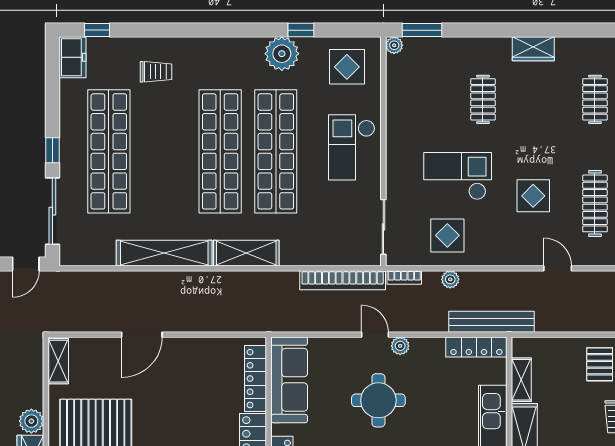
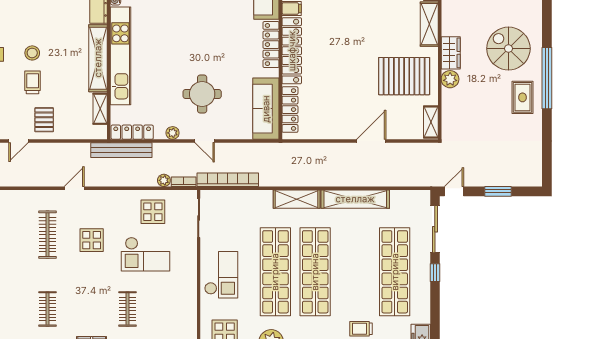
door: (558, 268) -> (74, 188), swing flipped
plant: (450, 279) -> (164, 180), moved
plant: (400, 346) -> (173, 133), moved

